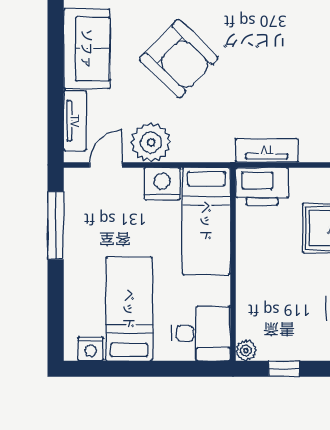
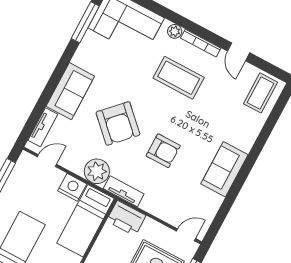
armchair: (263, 63) -> (163, 151), added
plant: (151, 142) -> (97, 171), moved
tv unit: (267, 150) -> (124, 191), moved

